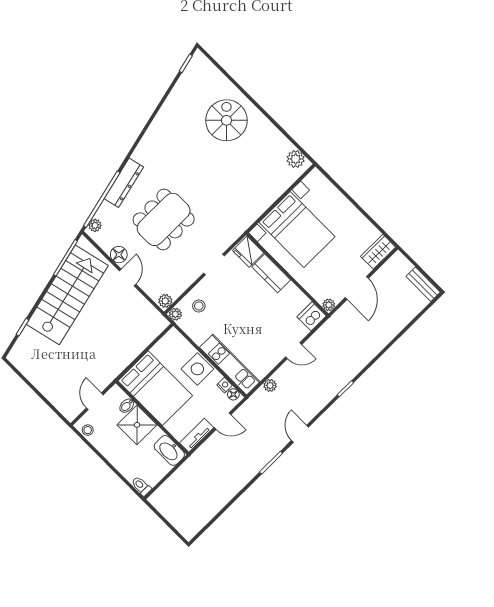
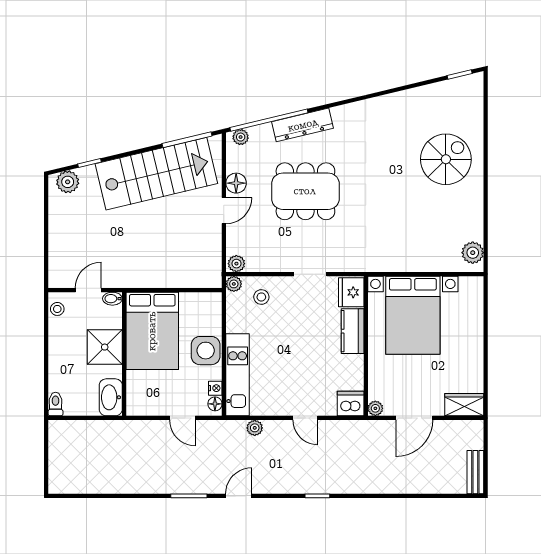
plant: (21, 351) -> (68, 182), added
bidet: (127, 406) -> (112, 299), moved
tv unit: (197, 435) -> (148, 408), removed

